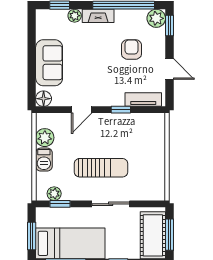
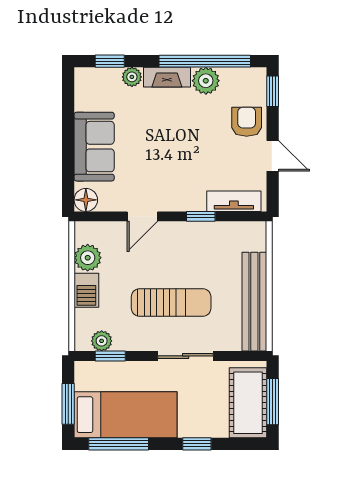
plant: (156, 18) -> (206, 81), moved
armchair: (131, 49) -> (247, 122), moved
bench: (157, 167) -> (254, 302), added

